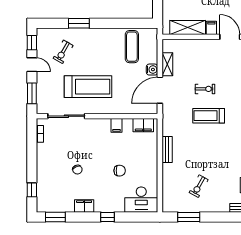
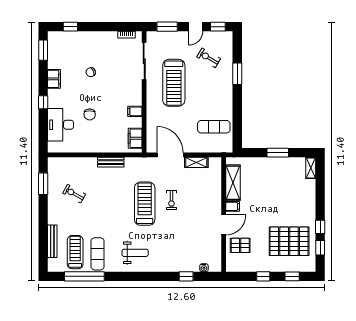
water cooler: (152, 70) -> (191, 147), removed
treadmill: (209, 116) -> (145, 204), width x1.37, depth x1.38
desk: (141, 200) -> (61, 125), moved

